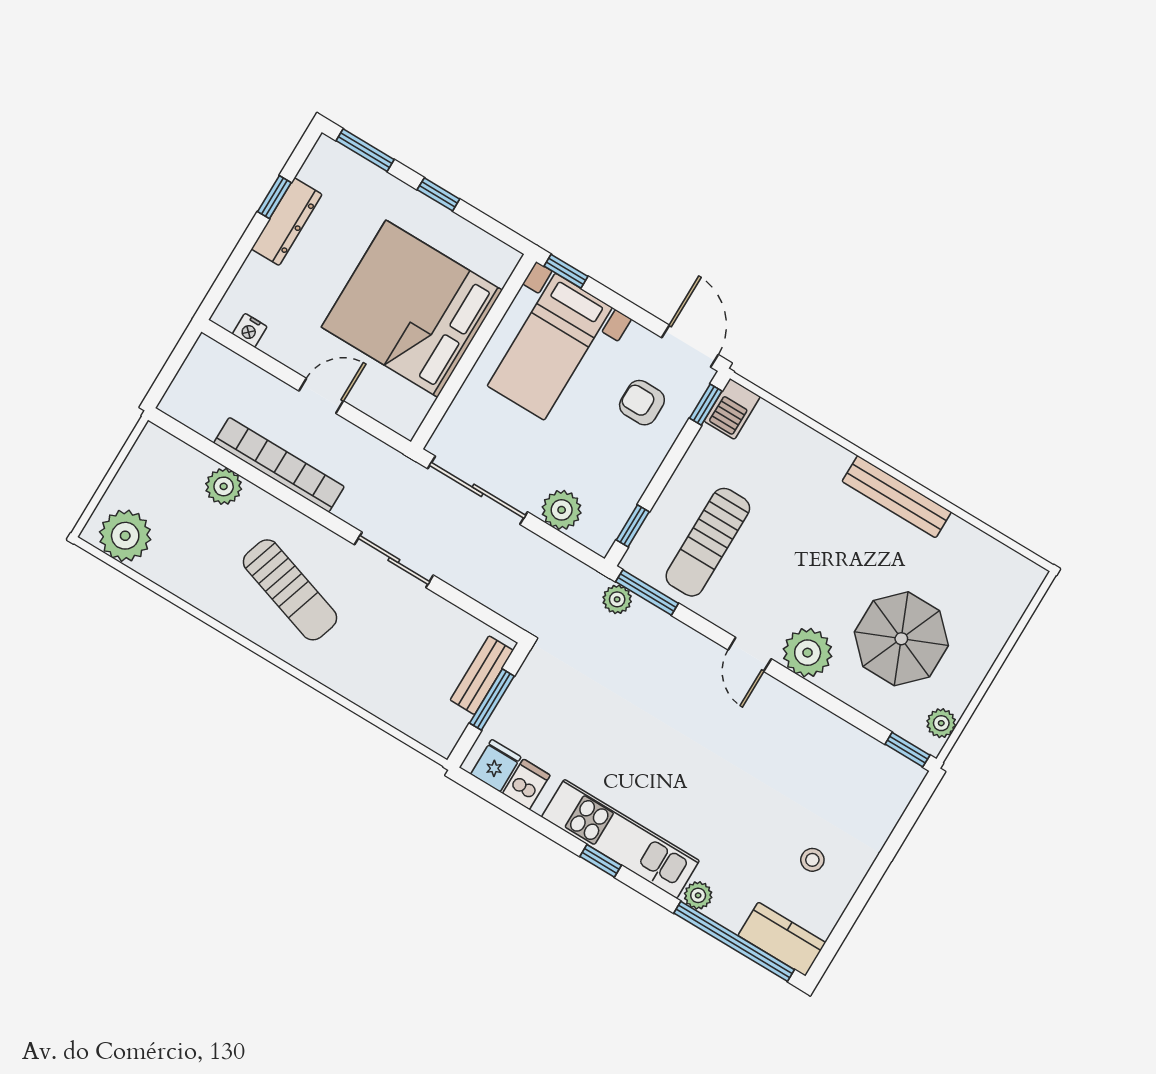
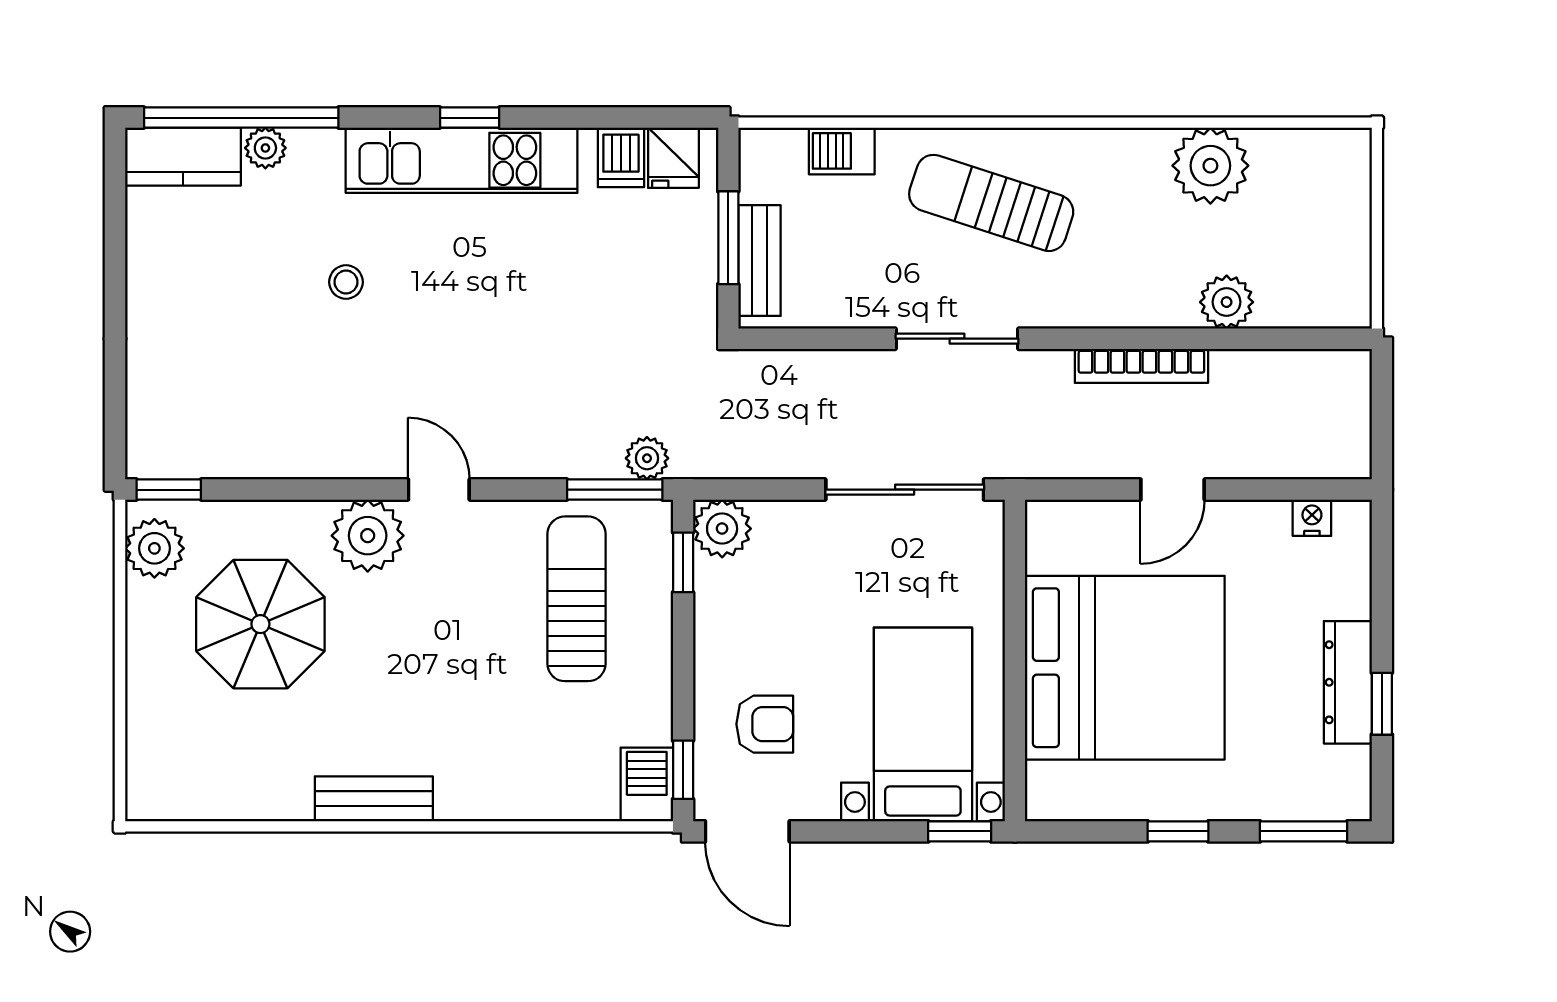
bookcase: (279, 465) -> (1141, 366), width x0.68, depth x0.76
bench: (897, 497) -> (374, 799), width x0.73
plant: (562, 510) -> (722, 529), moved
plant: (125, 536) -> (1210, 166), moved
sun lounger: (290, 590) -> (991, 203), moved
barbecue: (395, 710) -> (842, 151), added
plant: (941, 723) -> (154, 548), width x1.38, depth x1.38
stool: (812, 860) -> (346, 282), moved
plant: (698, 895) -> (265, 148), moved

